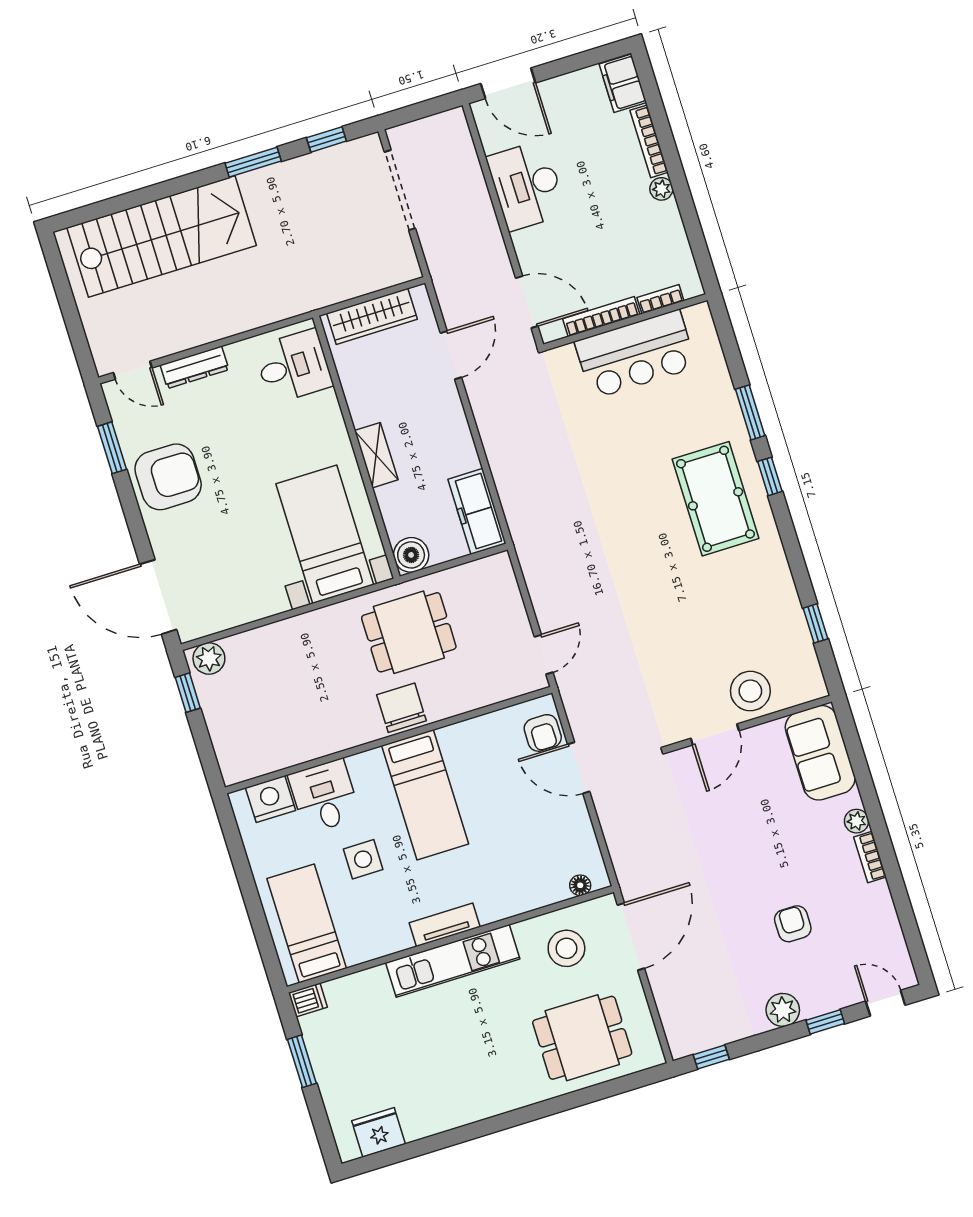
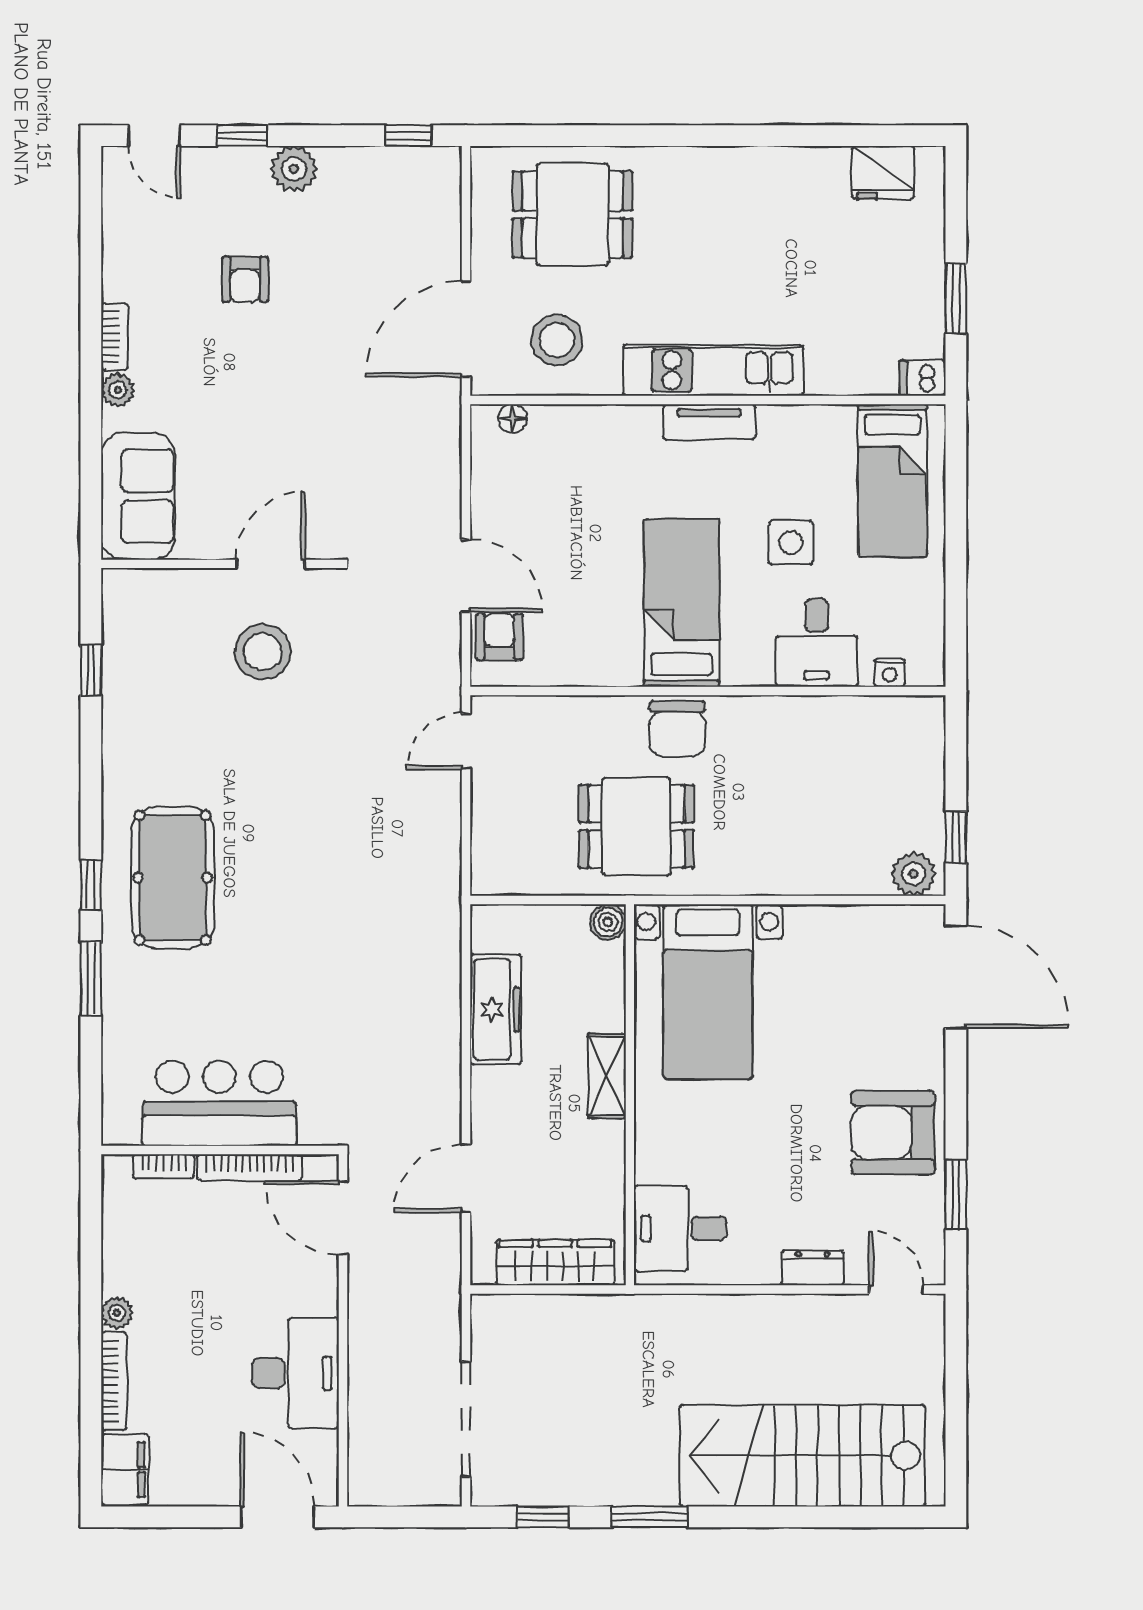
dresser: (194, 367) -> (813, 1268), width x0.70
freezer: (477, 511) -> (496, 1009), moved
boiler: (411, 555) -> (608, 922), width x0.73, depth x0.73
stool: (750, 691) -> (262, 652), moved
nightstand: (270, 799) -> (889, 673), width x0.53, depth x0.56

